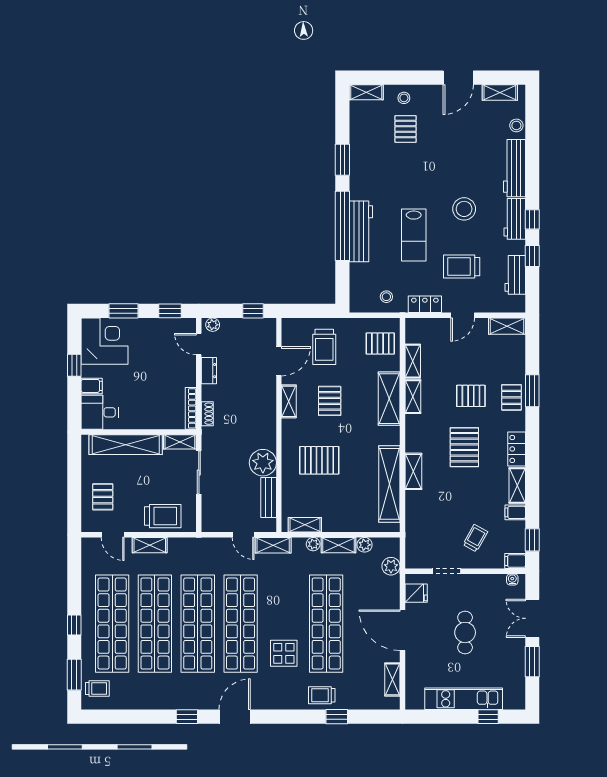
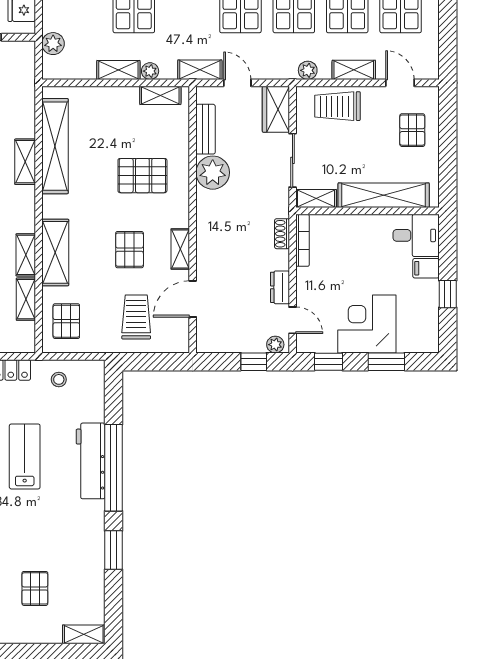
stool: (404, 98) -> (37, 627), removed
window: (253, 311) -> (254, 362), moved
corner desk: (104, 341) -> (367, 324), moved, turned 90
pallet: (380, 343) -> (66, 321), turned 90
wardrobe: (212, 514) -> (276, 109), added
plant: (365, 545) -> (308, 70), moved

